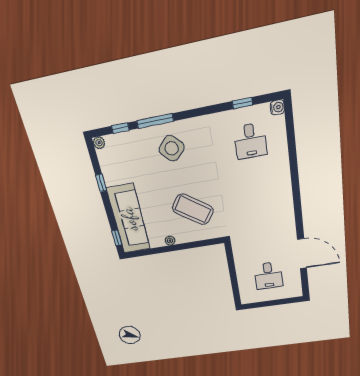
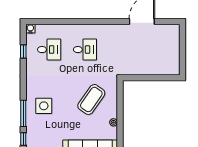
side table: (172, 148) -> (44, 106), turned 45
desk: (268, 276) -> (85, 50), moved

